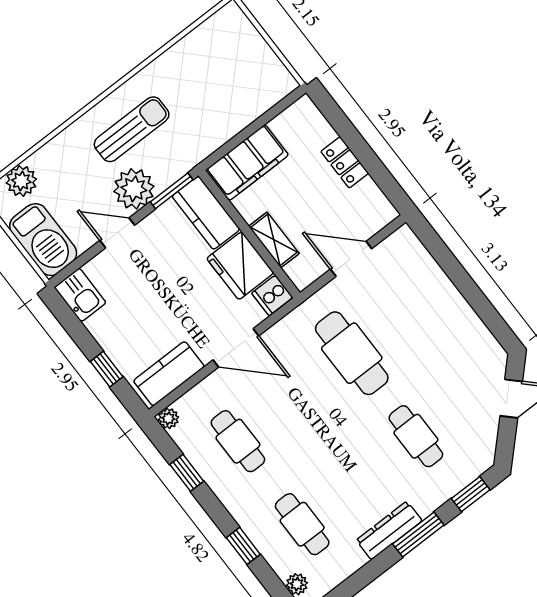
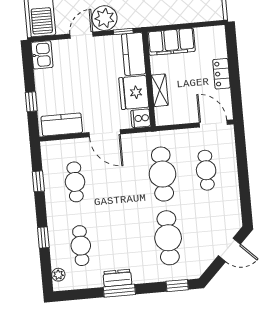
window: (172, 191) -> (123, 31), width x0.67
door: (117, 233) -> (81, 35), hinge flipped
door: (351, 259) -> (213, 124), moved
cafe table: (409, 309) -> (206, 170), added
plant: (168, 418) -> (47, 147), removed
cafe table: (416, 436) -> (168, 238), width x1.37, depth x1.35
dresser: (389, 531) -> (117, 278), width x0.70
window: (418, 535) -> (119, 291), moved

